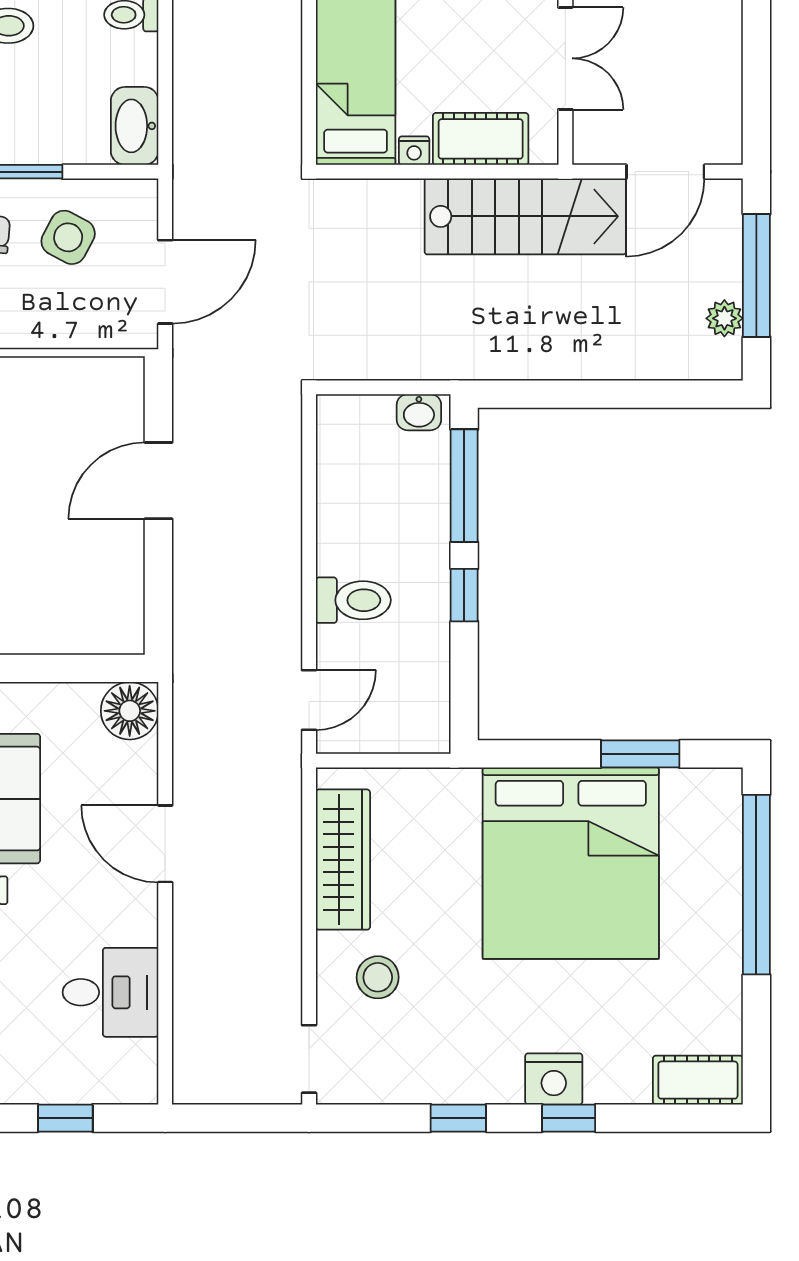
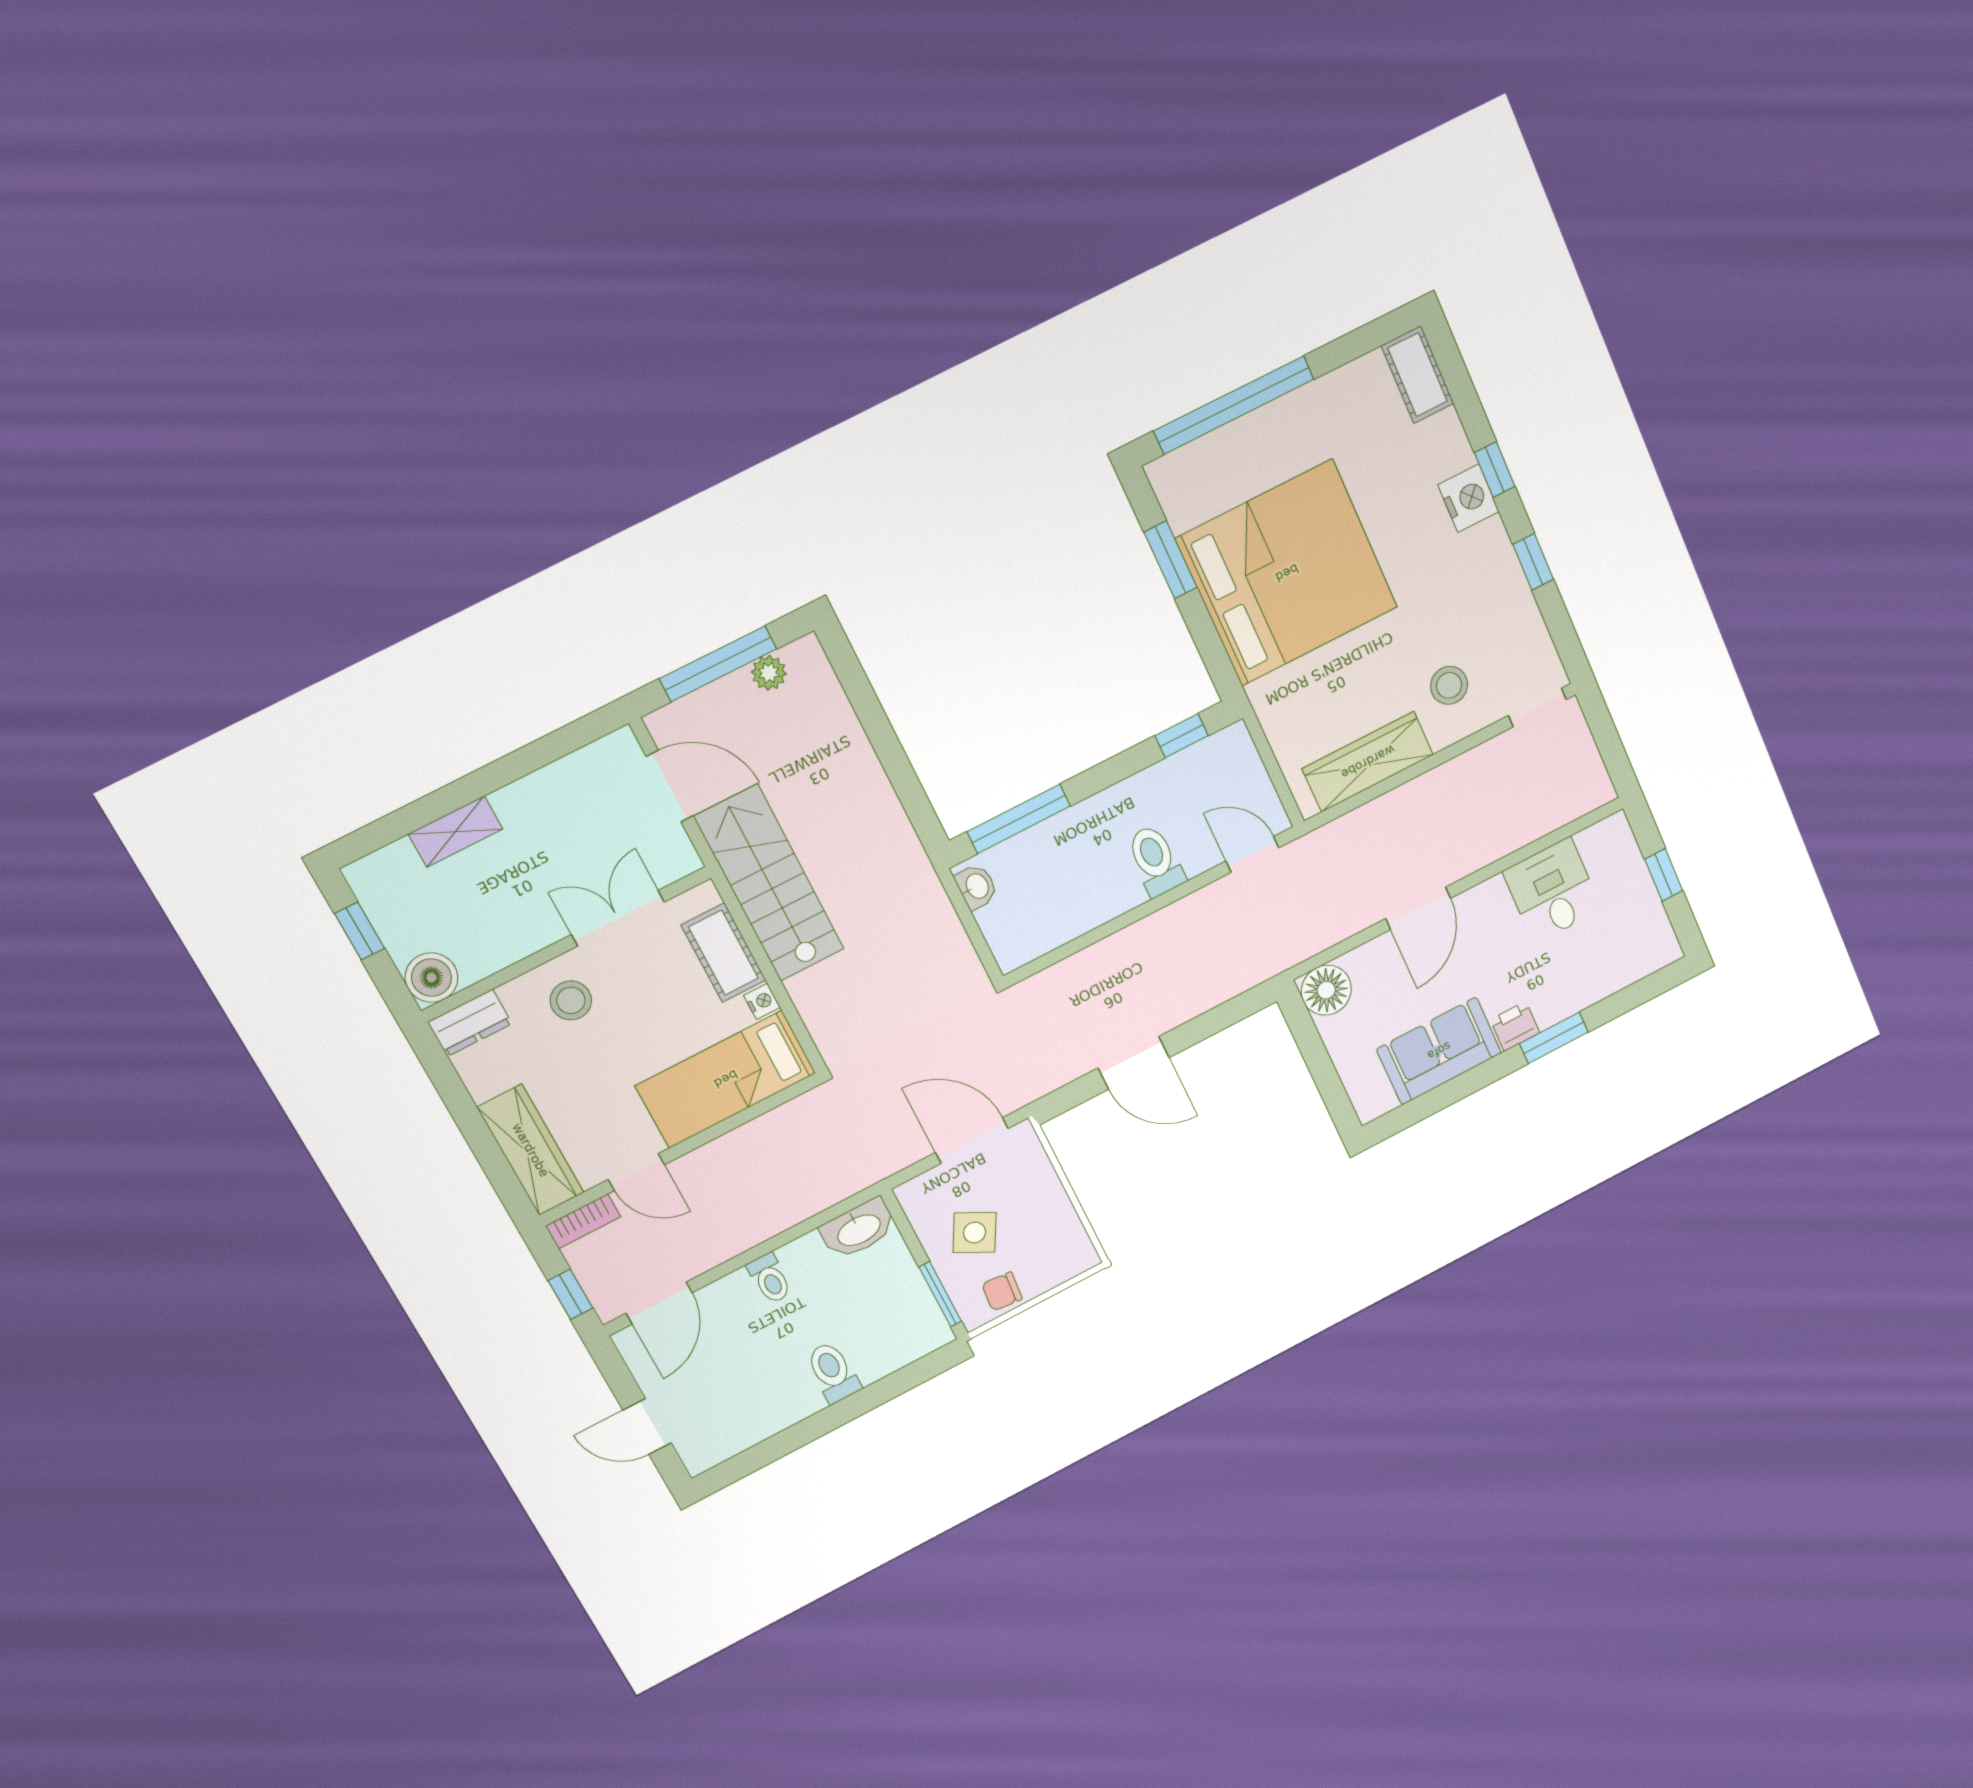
window: (464, 595) -> (1182, 736), moved

